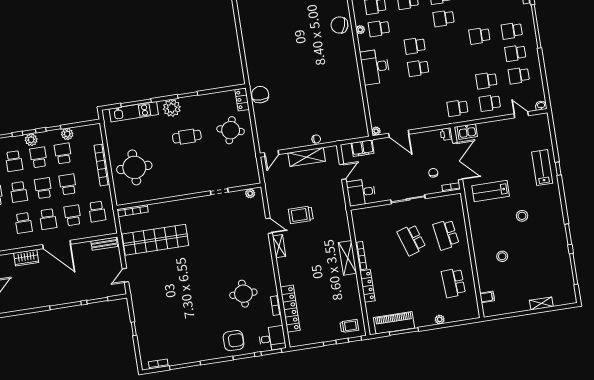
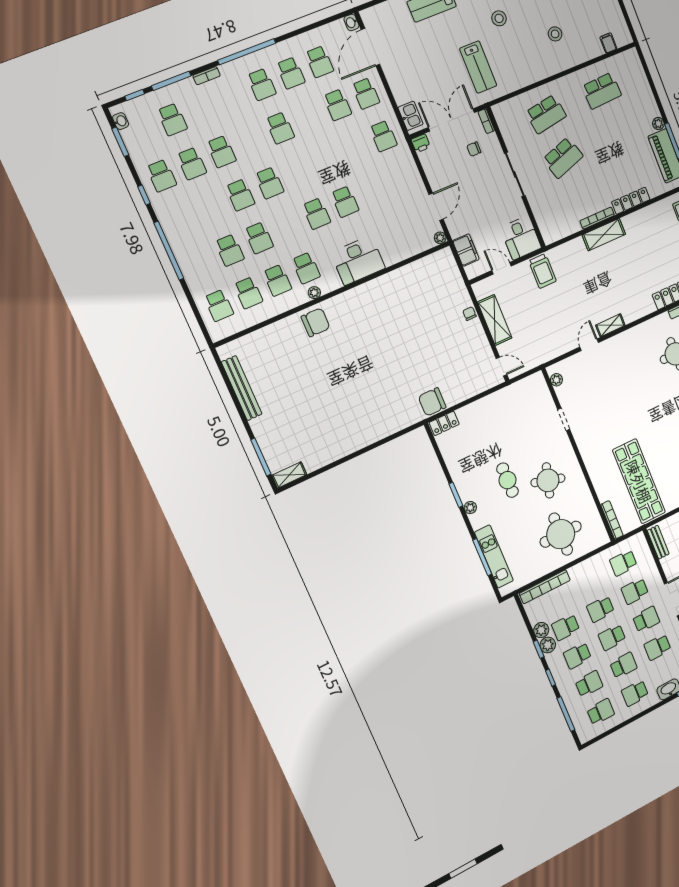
chair: (339, 25) -> (316, 322), turned -108
plant: (172, 108) -> (470, 508), width x0.53, depth x0.53
door: (521, 115) -> (370, 47), width x1.88
round table: (231, 130) -> (548, 480), moved
plant: (31, 140) -> (548, 645), moved
bookcase: (102, 165) -> (545, 587), moved
school desk: (97, 212) -> (623, 563), turned 180
trolley: (301, 215) -> (542, 271), moved
school desk: (24, 223) -> (657, 647), turned 180
plant: (440, 319) -> (658, 124), moved

